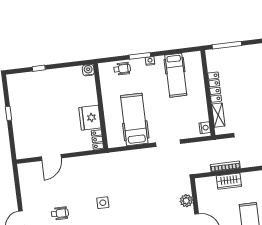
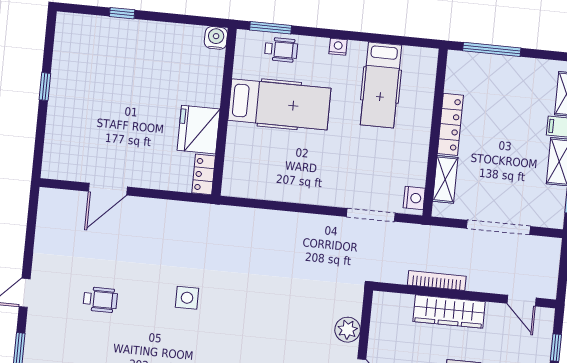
window: (140, 56) -> (271, 28), moved
hospital bed: (134, 119) -> (279, 104), moved, turned 90
doorway: (168, 143) -> (371, 215), moved
wardrobe: (229, 181) -> (449, 312), width x1.50

